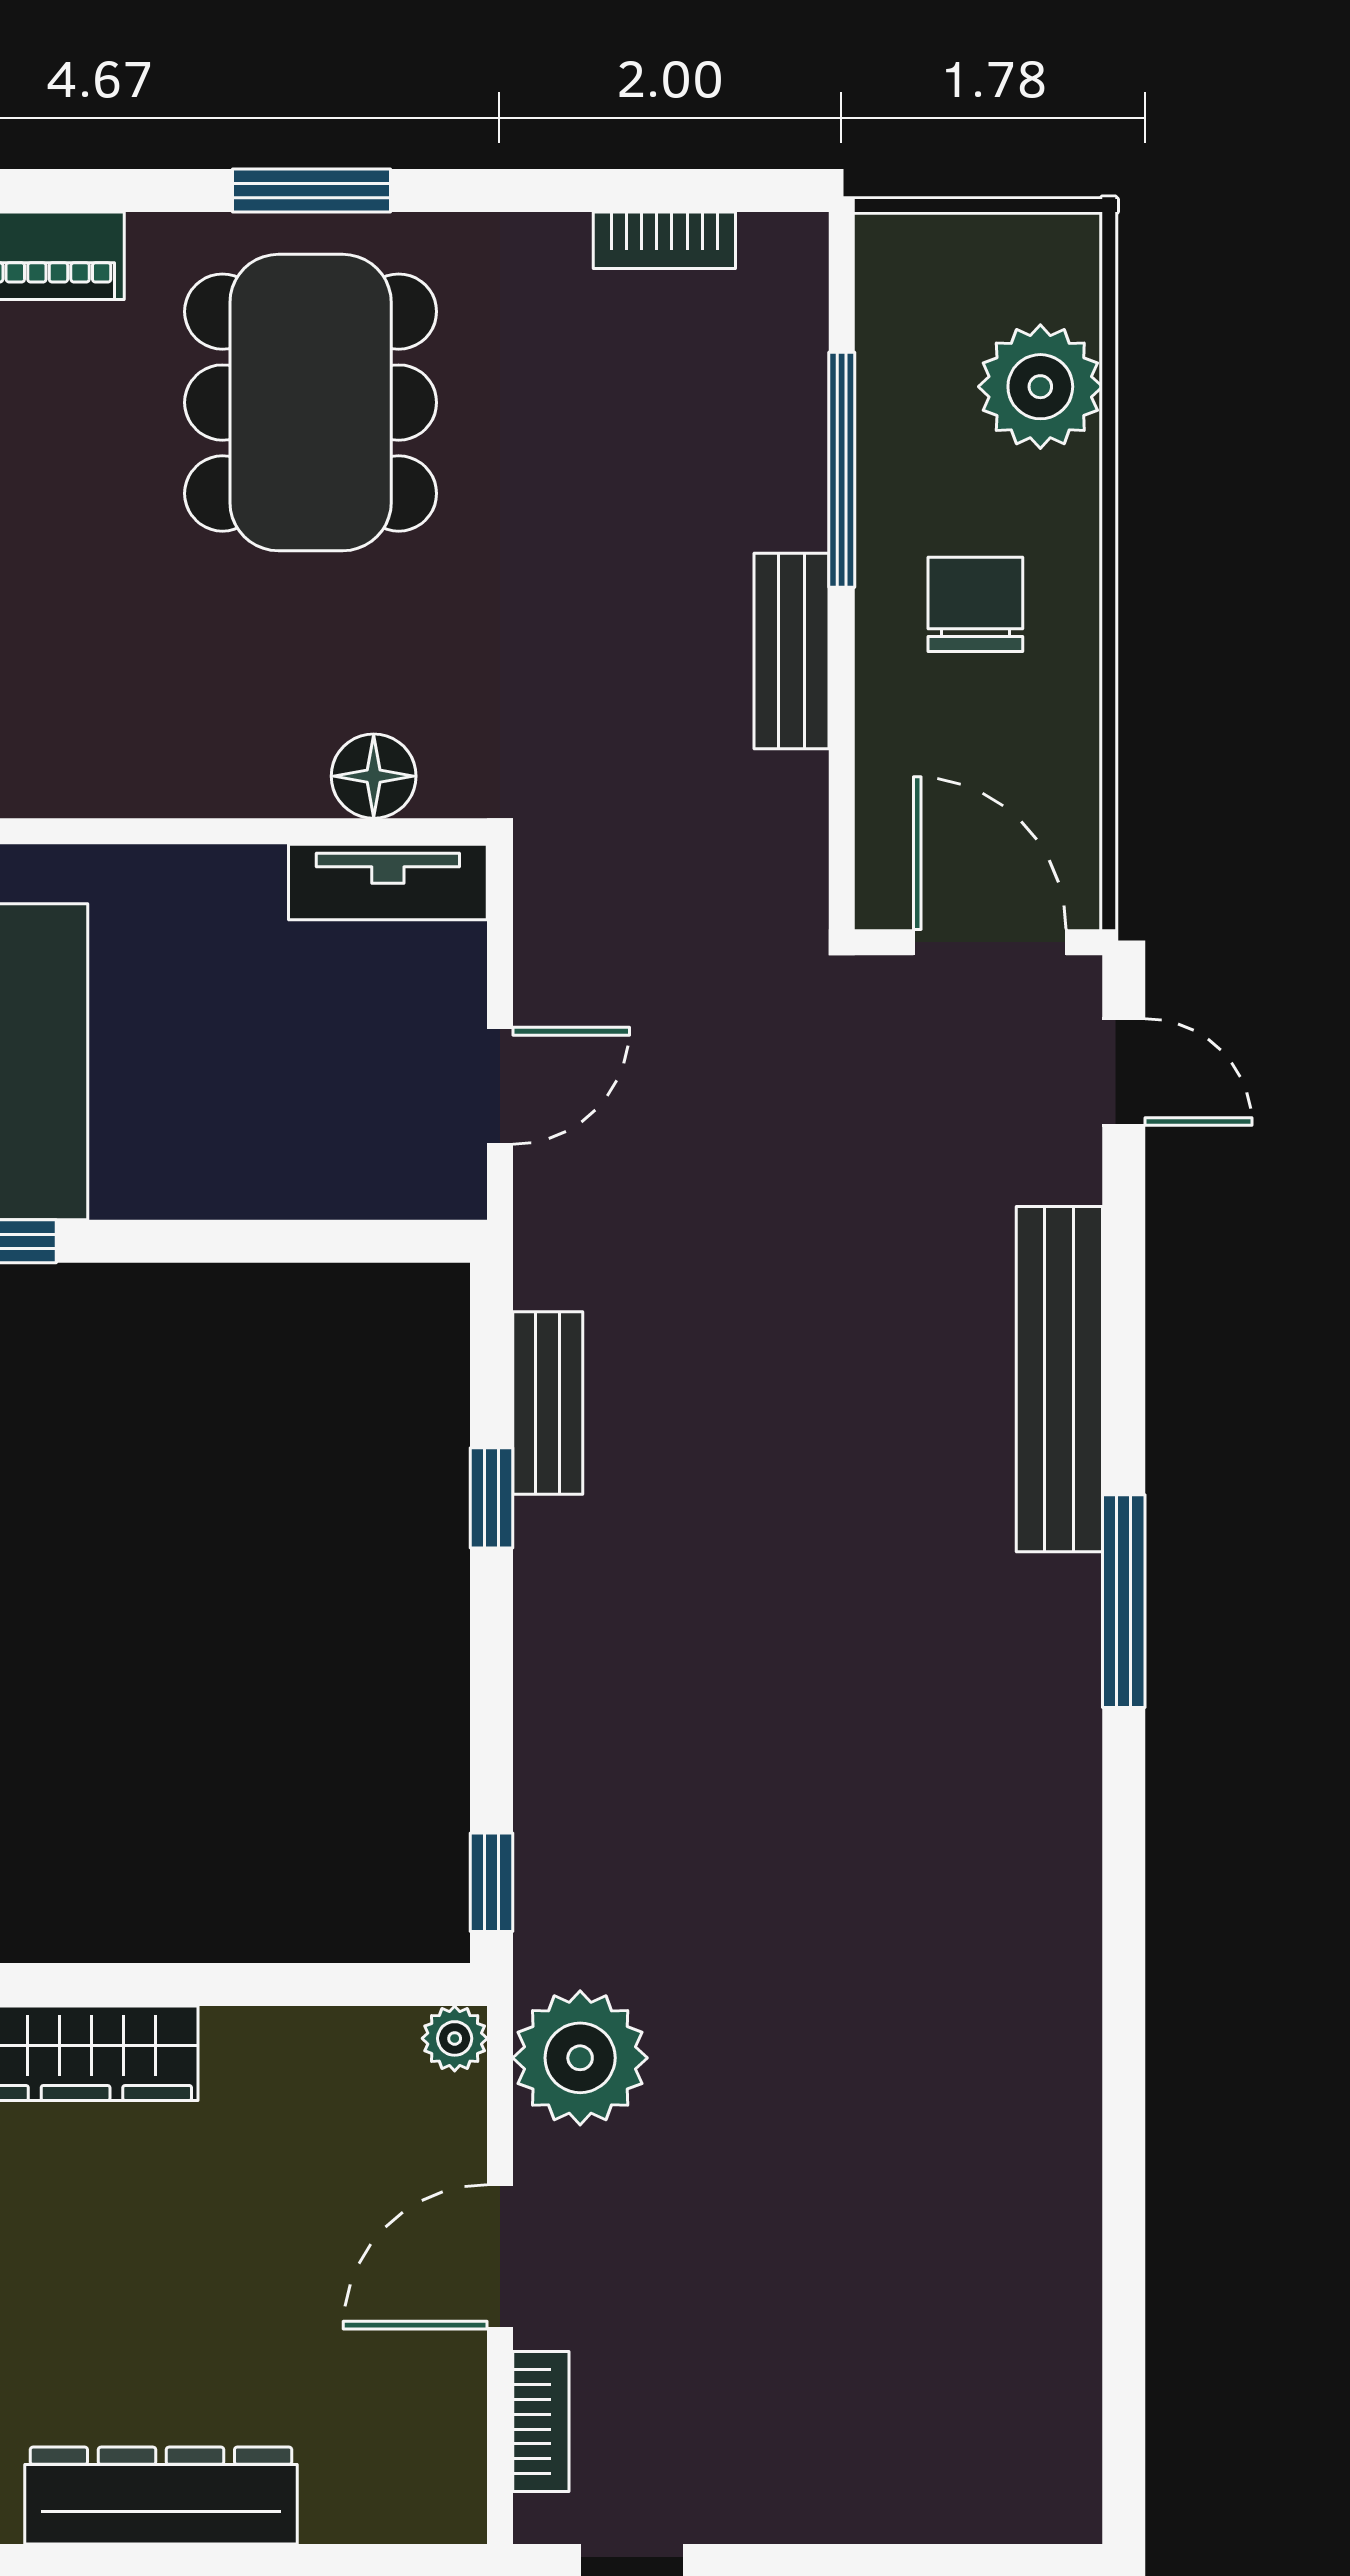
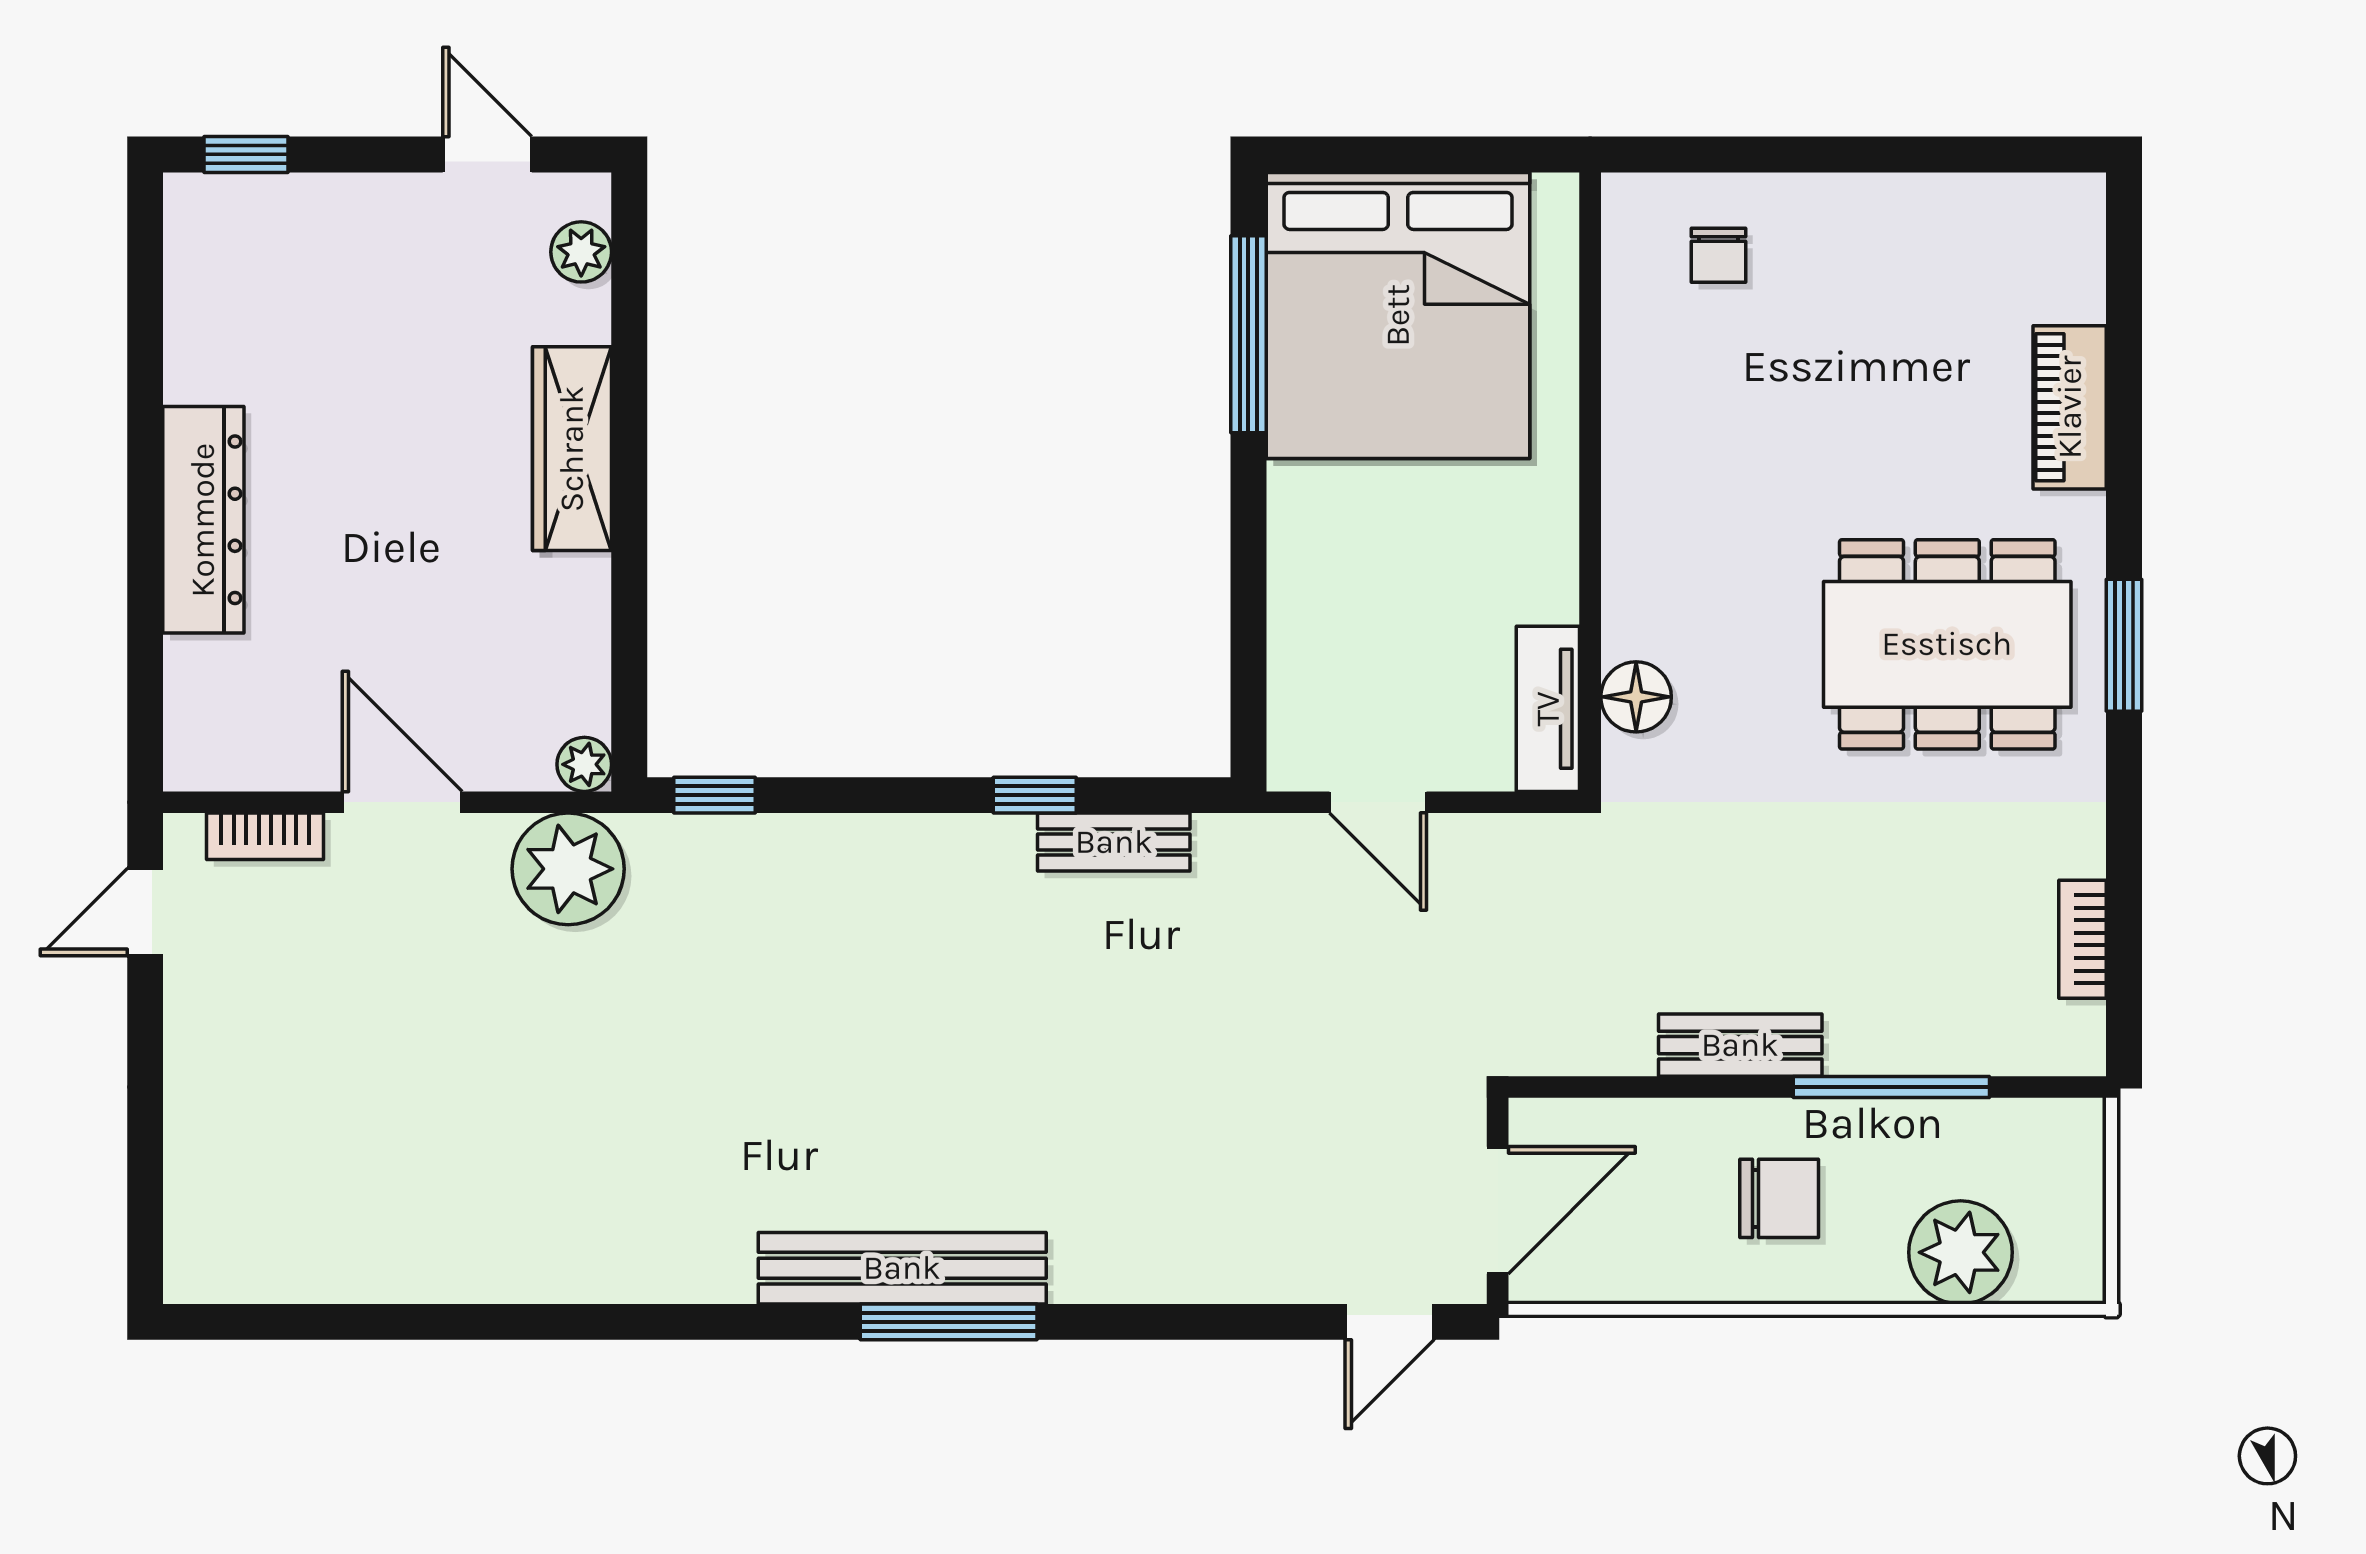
bench: (1059, 1379) -> (902, 1268), moved

